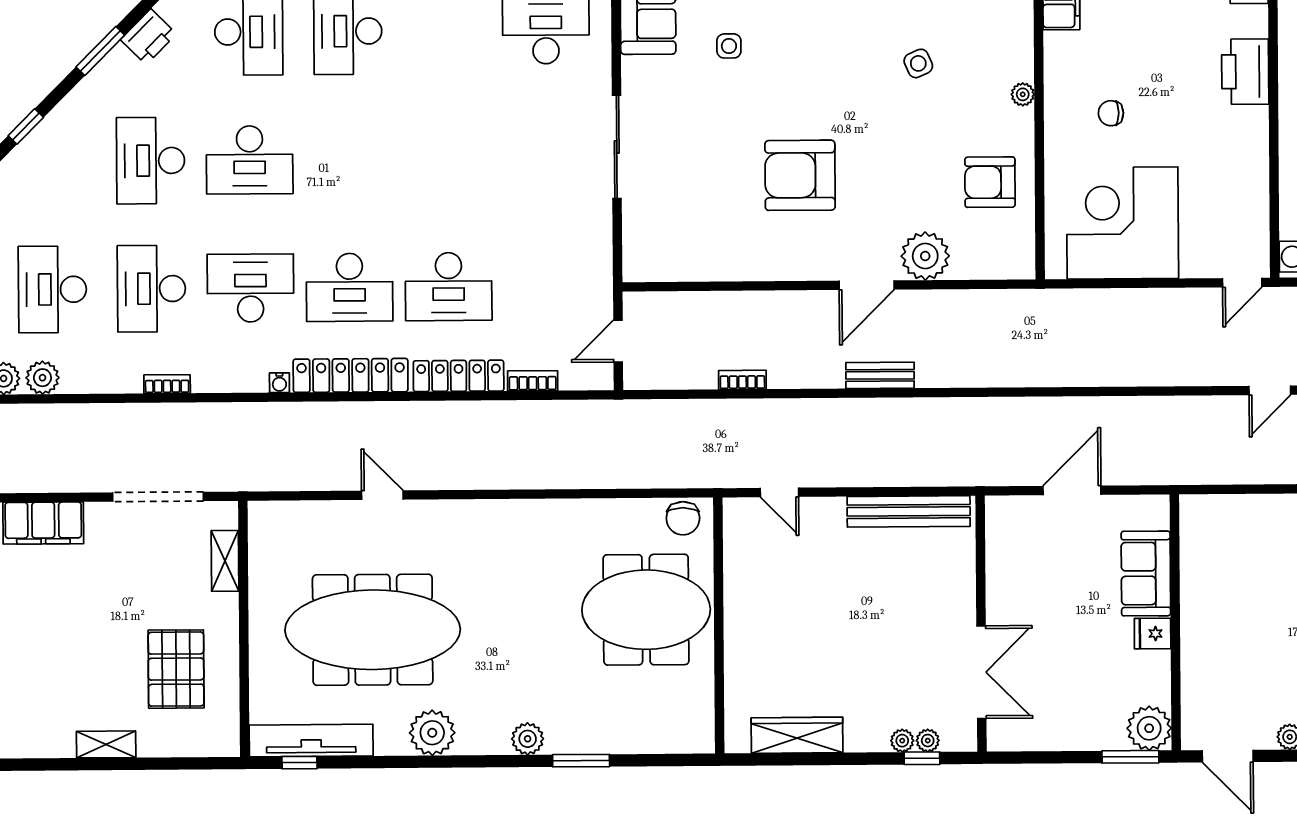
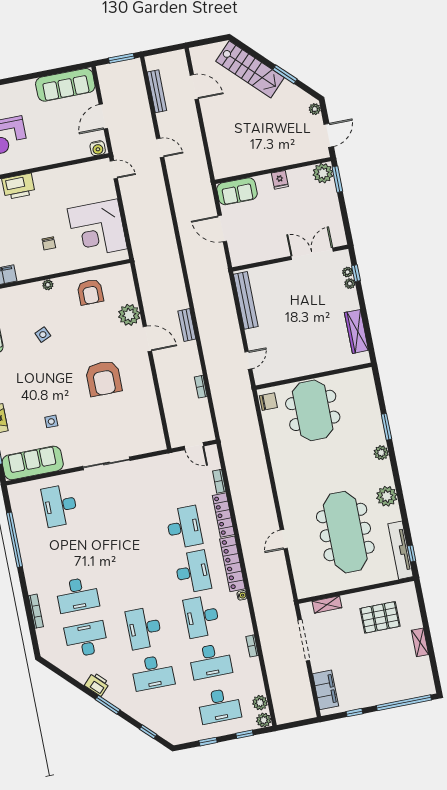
desk: (250, 160) -> (144, 628), turned 180
sofa: (1146, 574) -> (237, 191), moved

